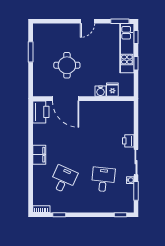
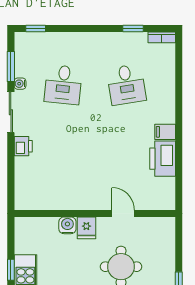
fridge: (112, 90) -> (86, 228), moved
door: (66, 99) -> (123, 213), width x0.53
printer: (41, 112) -> (163, 159), moved
filing cabinet: (39, 155) -> (165, 132), width x0.50
desk: (63, 179) -> (126, 85), turned -33

